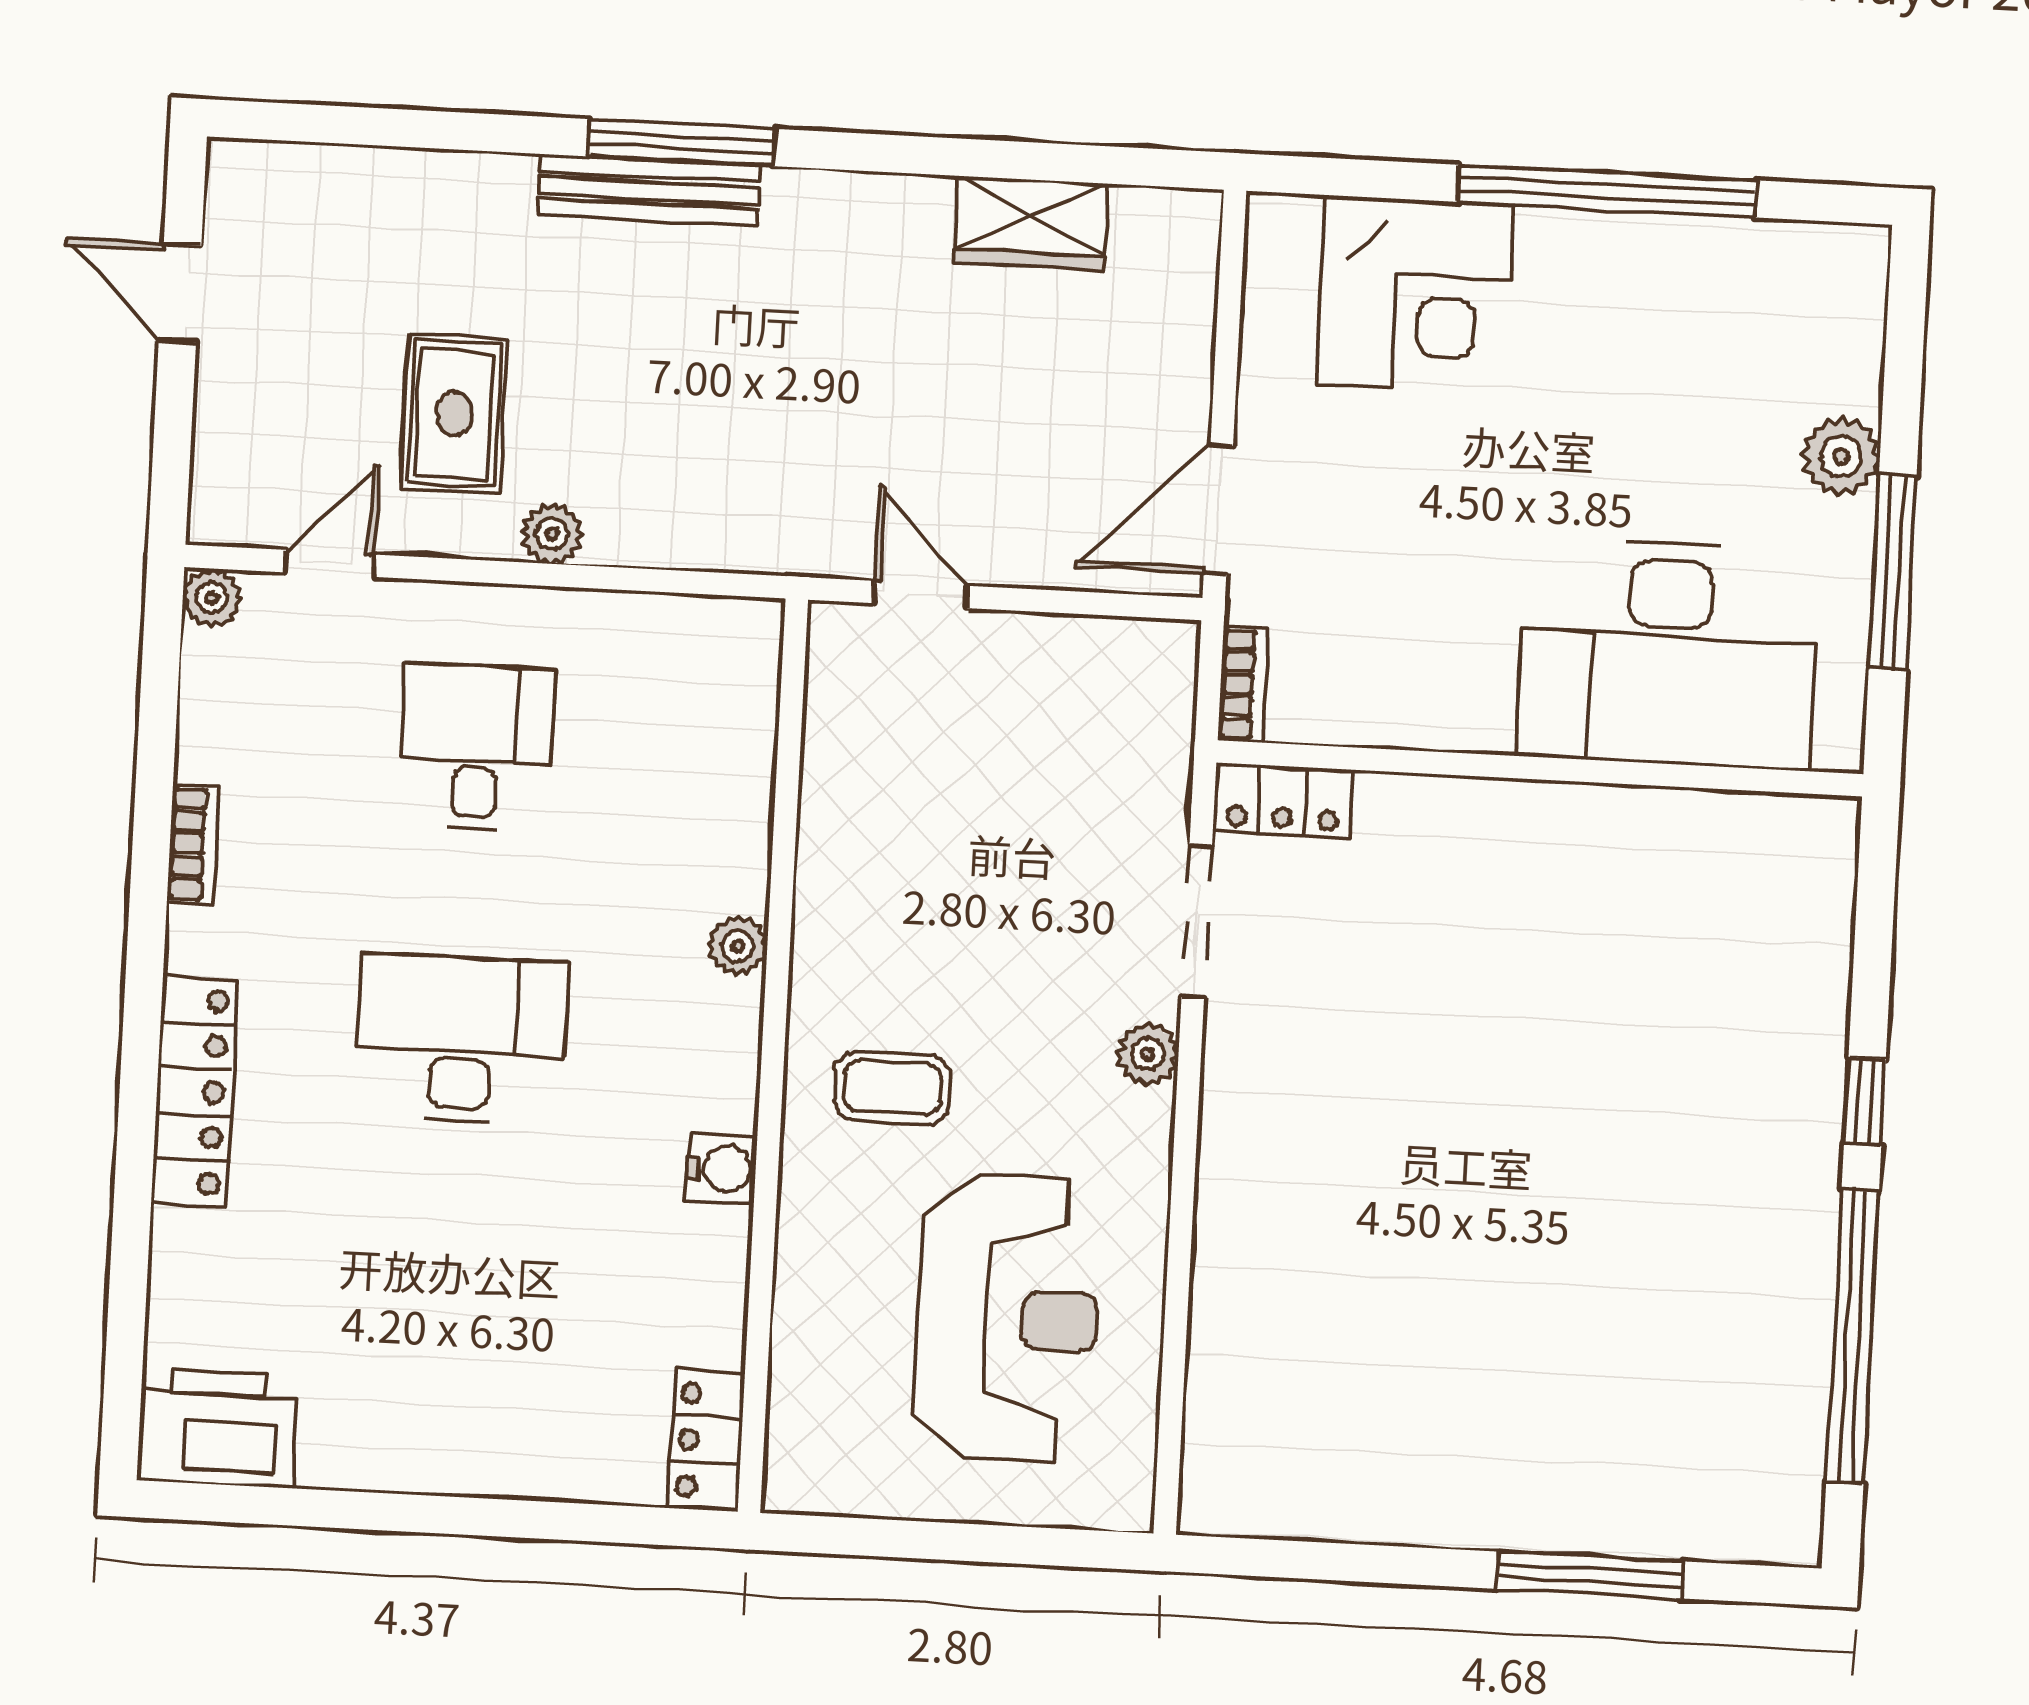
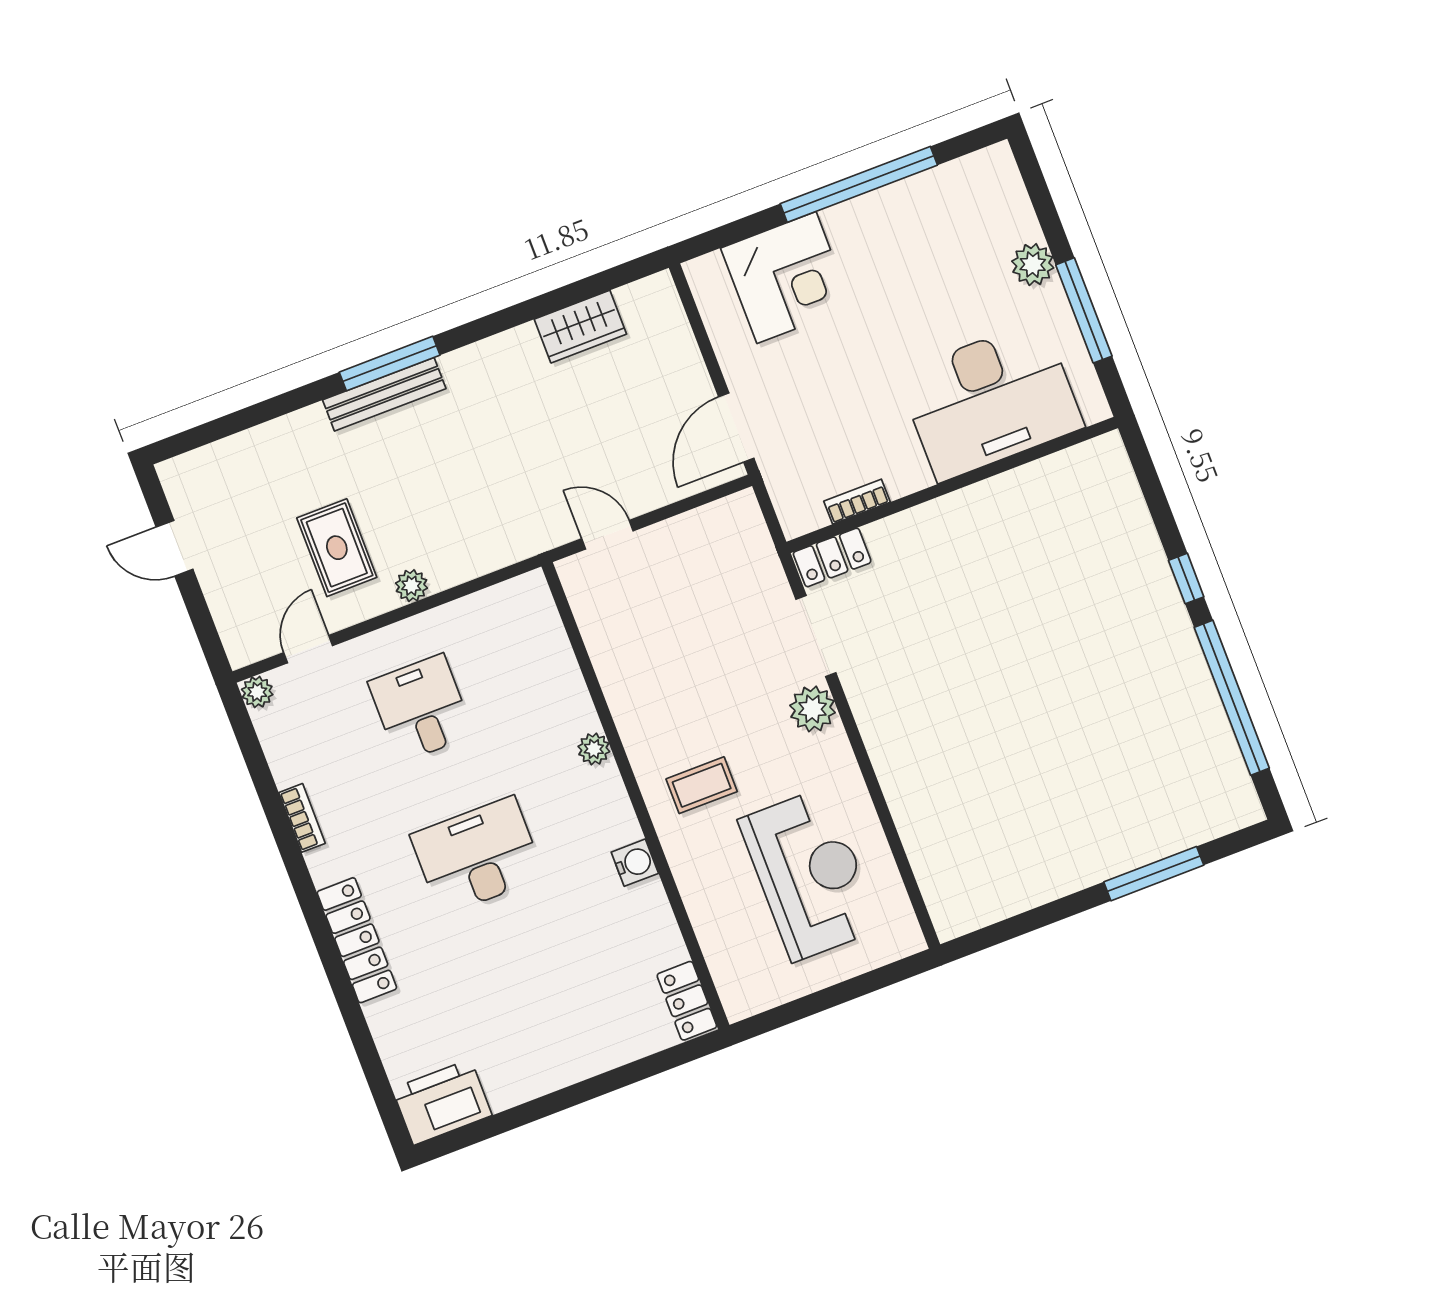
bookcase: (1243, 684) -> (857, 502), moved, turned -90
plant: (1148, 1054) -> (812, 709), width x1.38, depth x1.38

